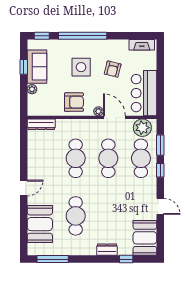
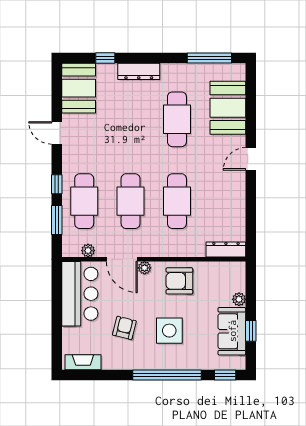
plant: (142, 128) -> (88, 251), width x0.53, depth x0.53
dresser: (107, 250) -> (139, 71), width x1.44

